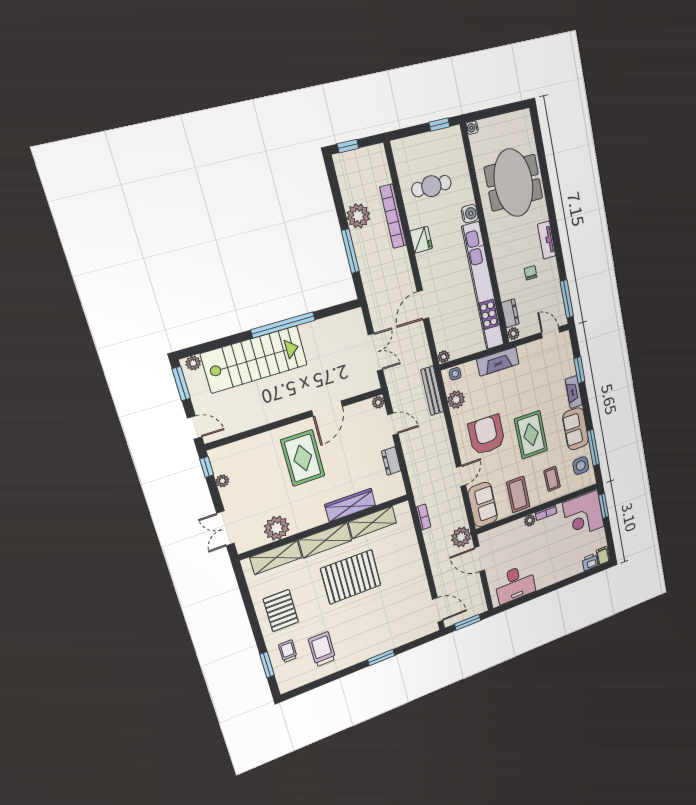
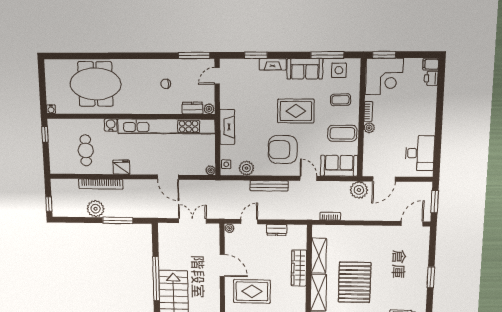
tv unit: (547, 240) -> (144, 64), removed
bench: (432, 391) -> (269, 186), moved

